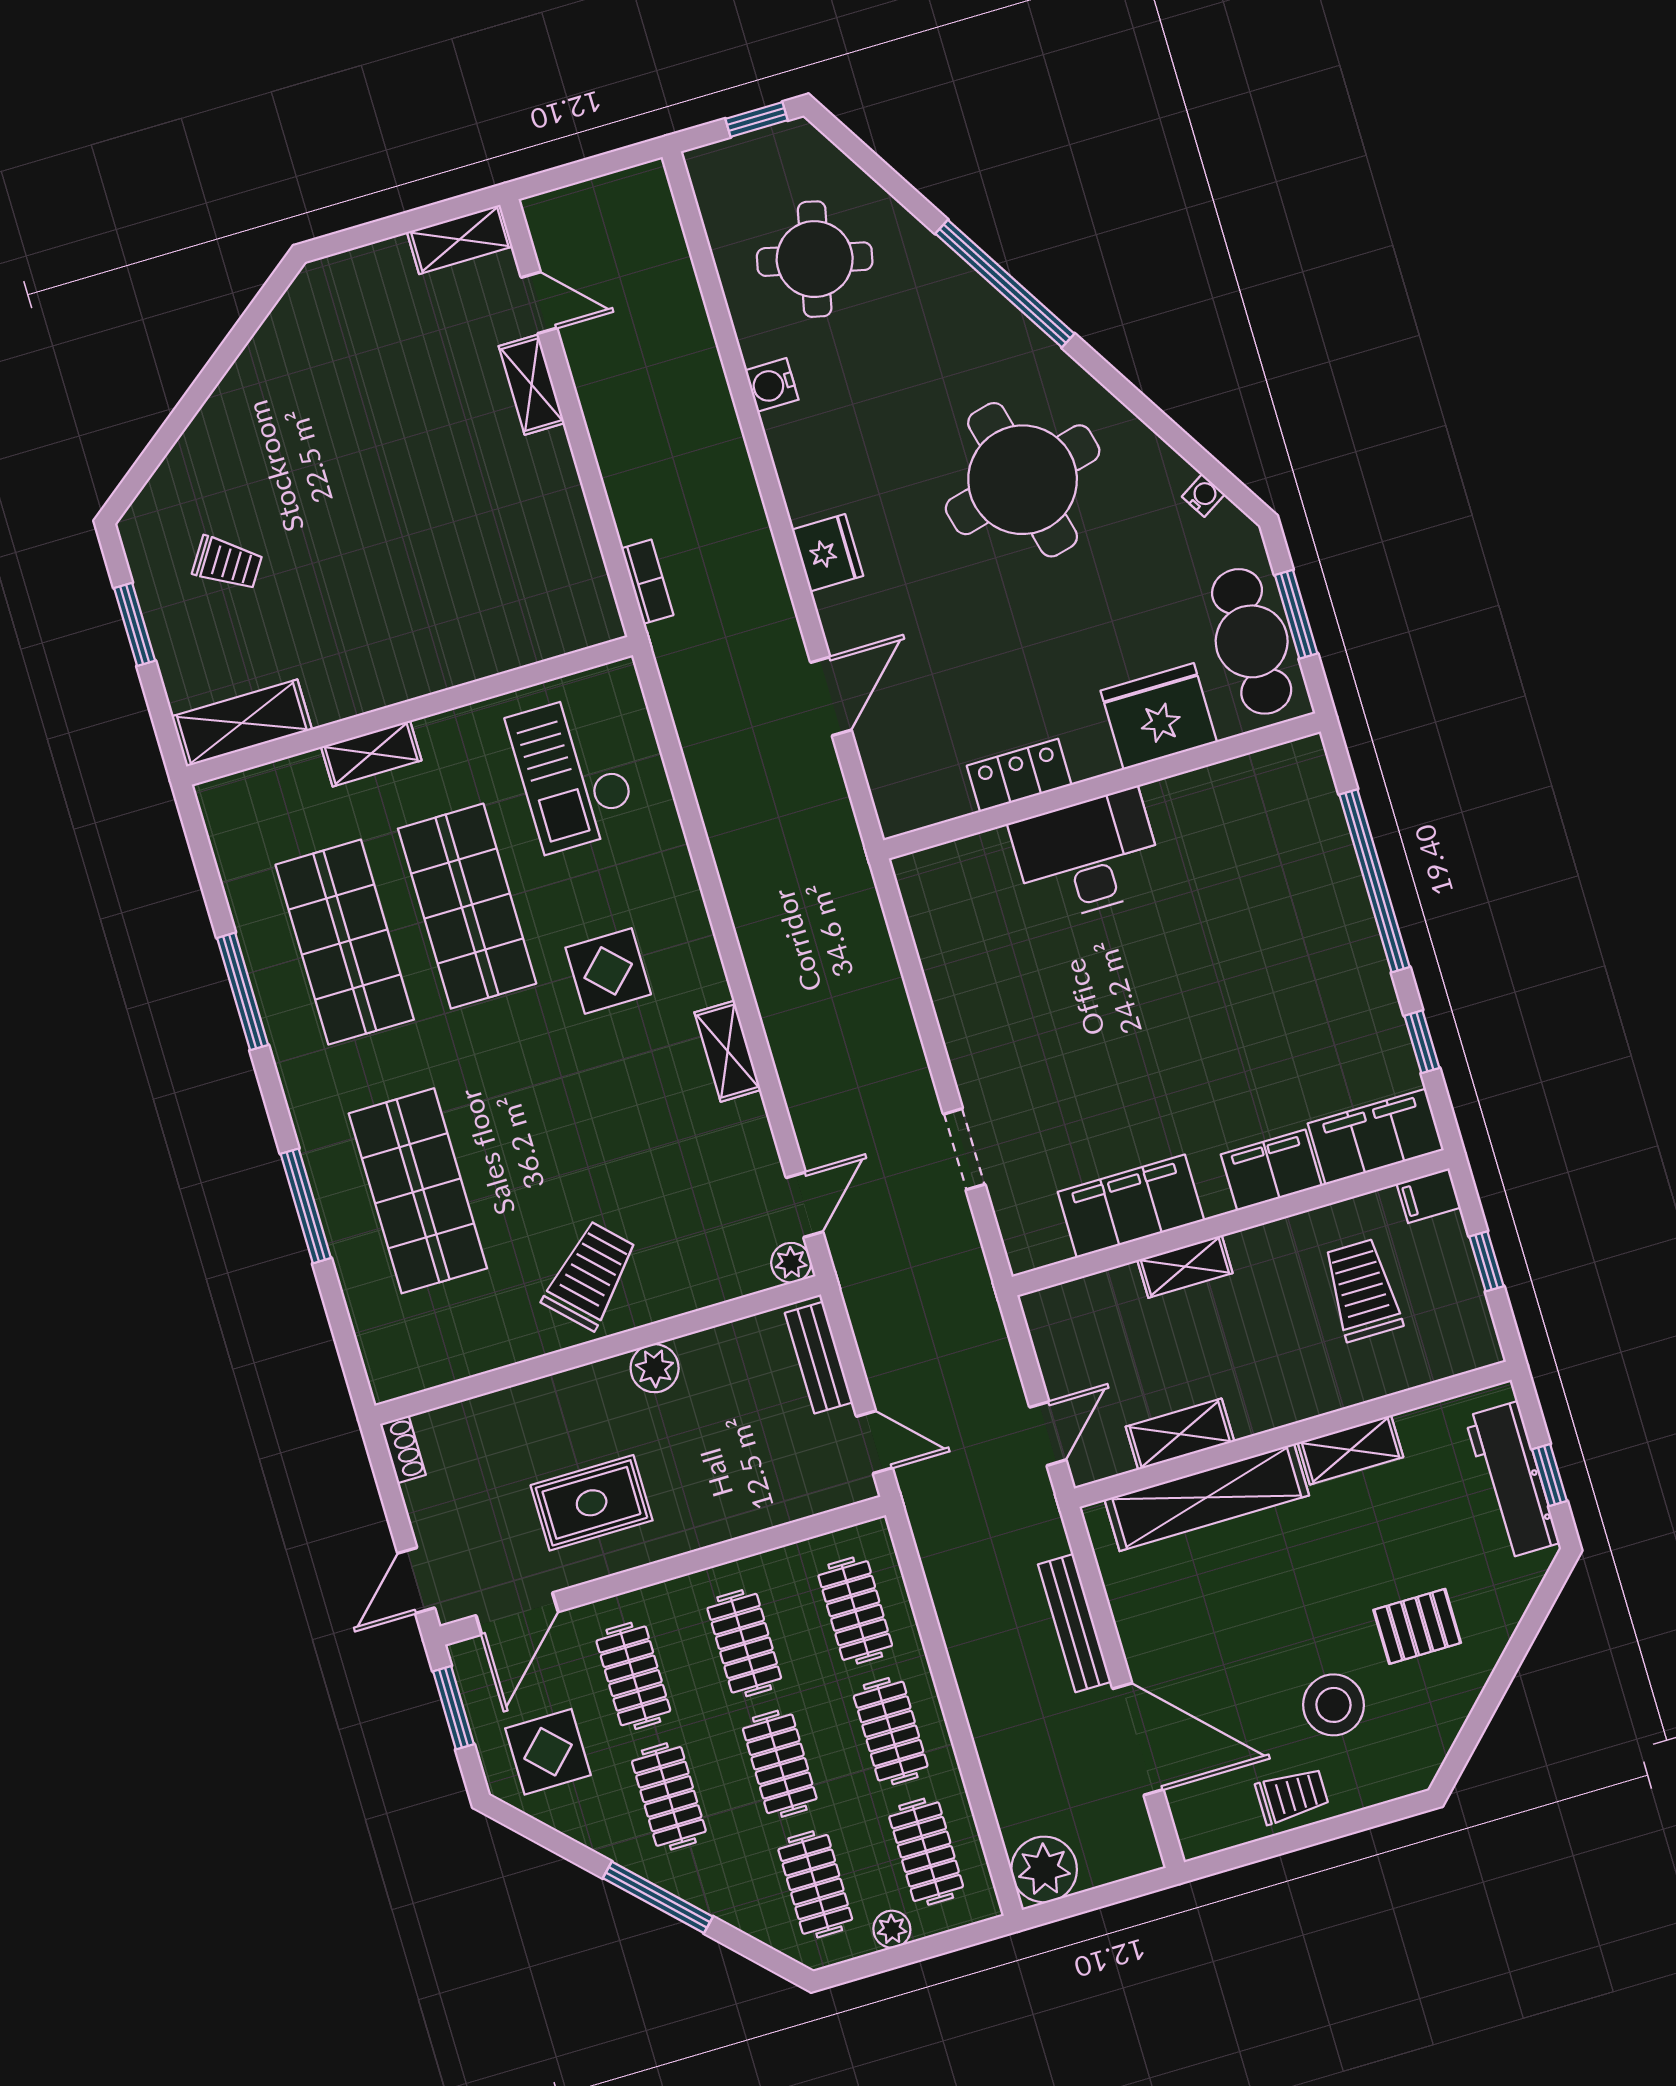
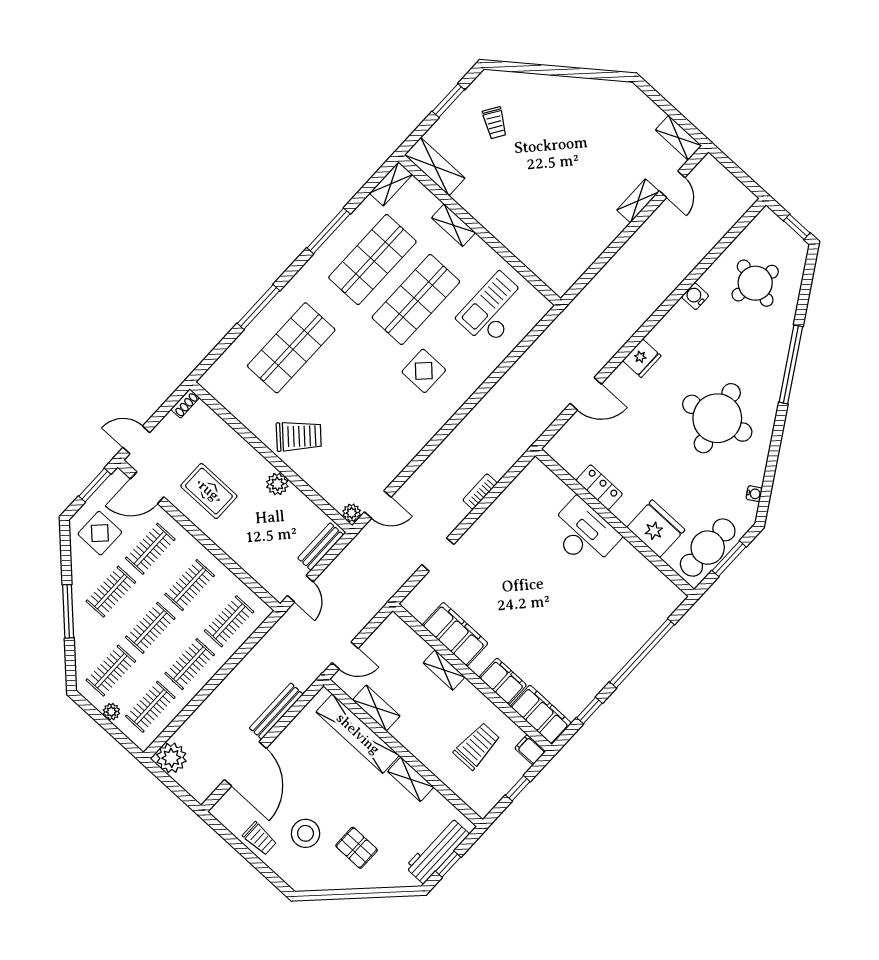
bookcase: (647, 582) -> (480, 492), moved, turned 180
shelving: (728, 1051) -> (391, 184), moved

